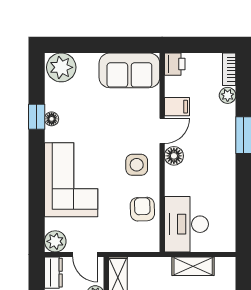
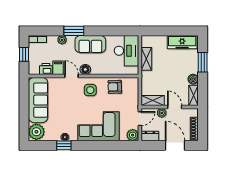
window: (201, 45) -> (24, 54), added
printer: (175, 64) -> (46, 69), moved
sofa: (129, 70) -> (38, 100), width x1.36
plant: (228, 95) -> (62, 40), moved
sofa: (220, 165) -> (90, 44), added
desk: (186, 224) -> (126, 51), moved, turned -90

